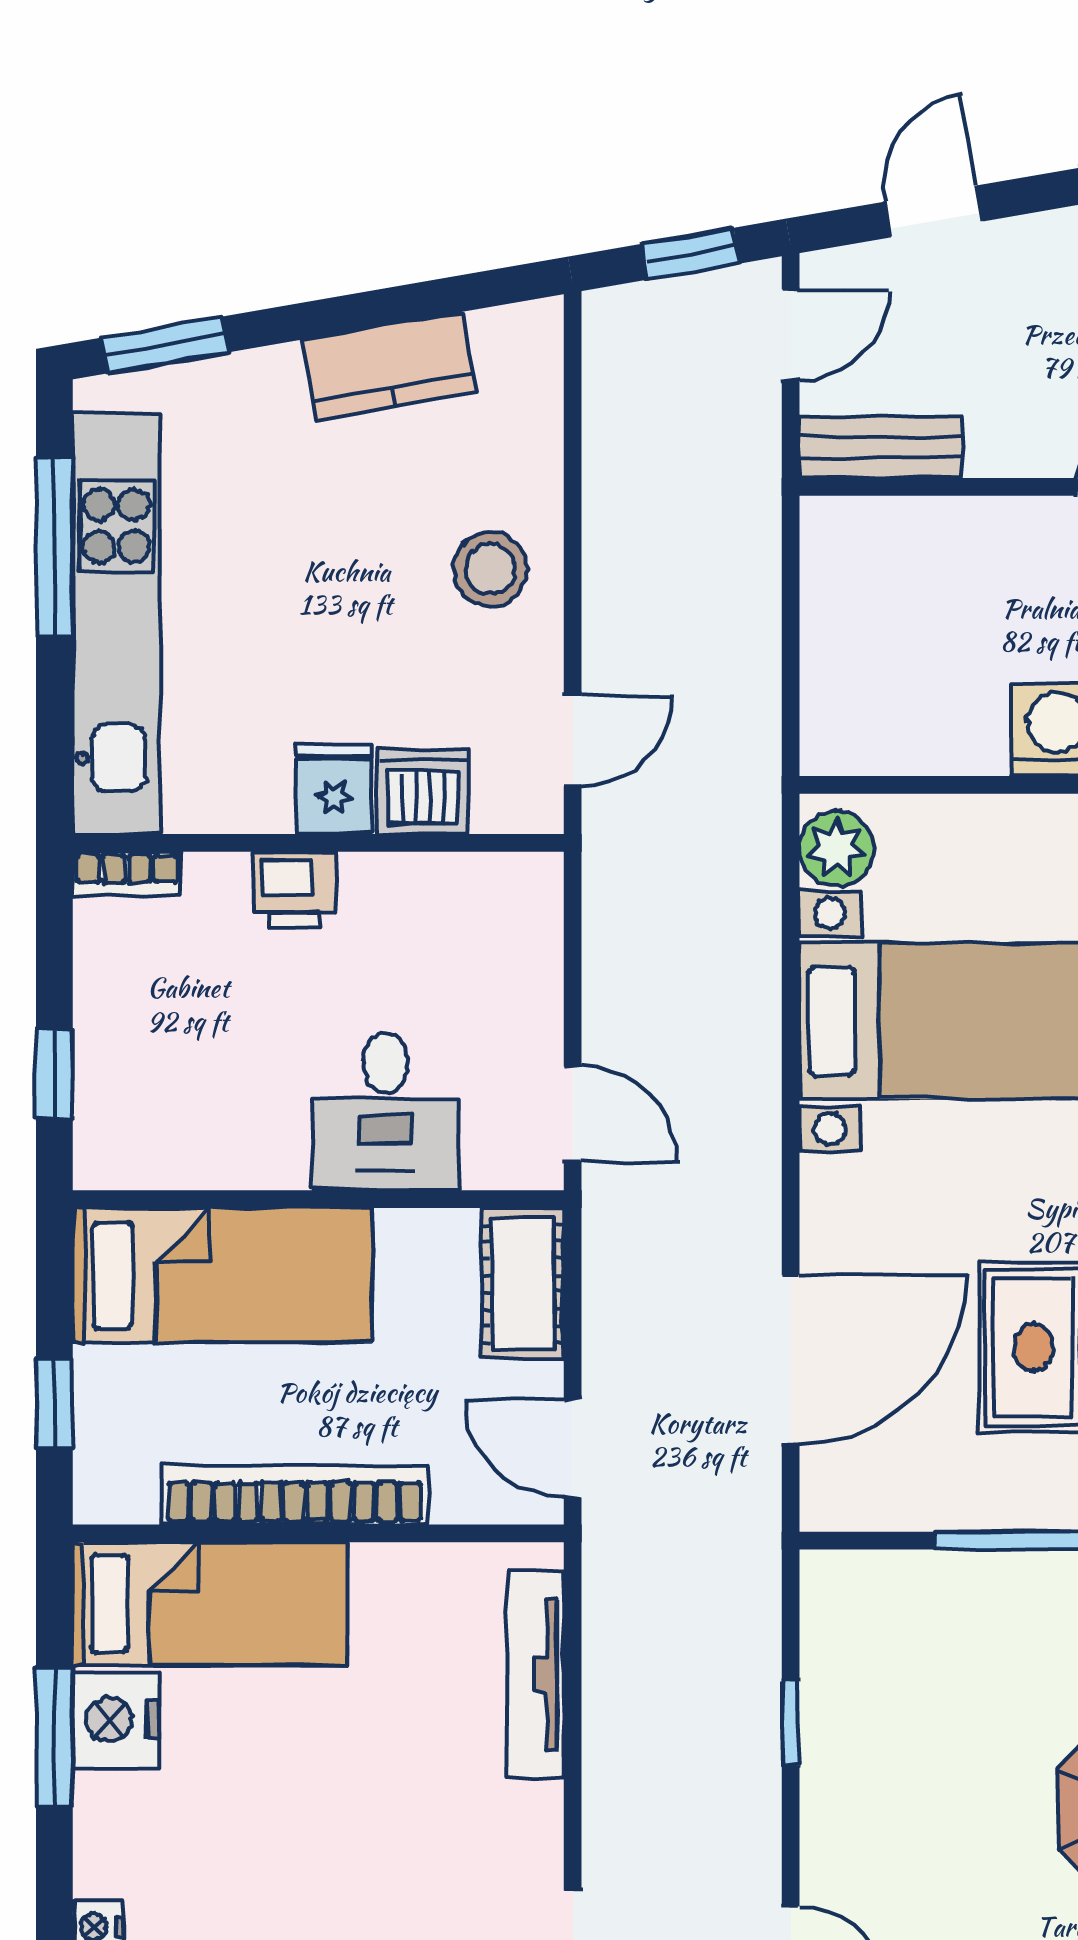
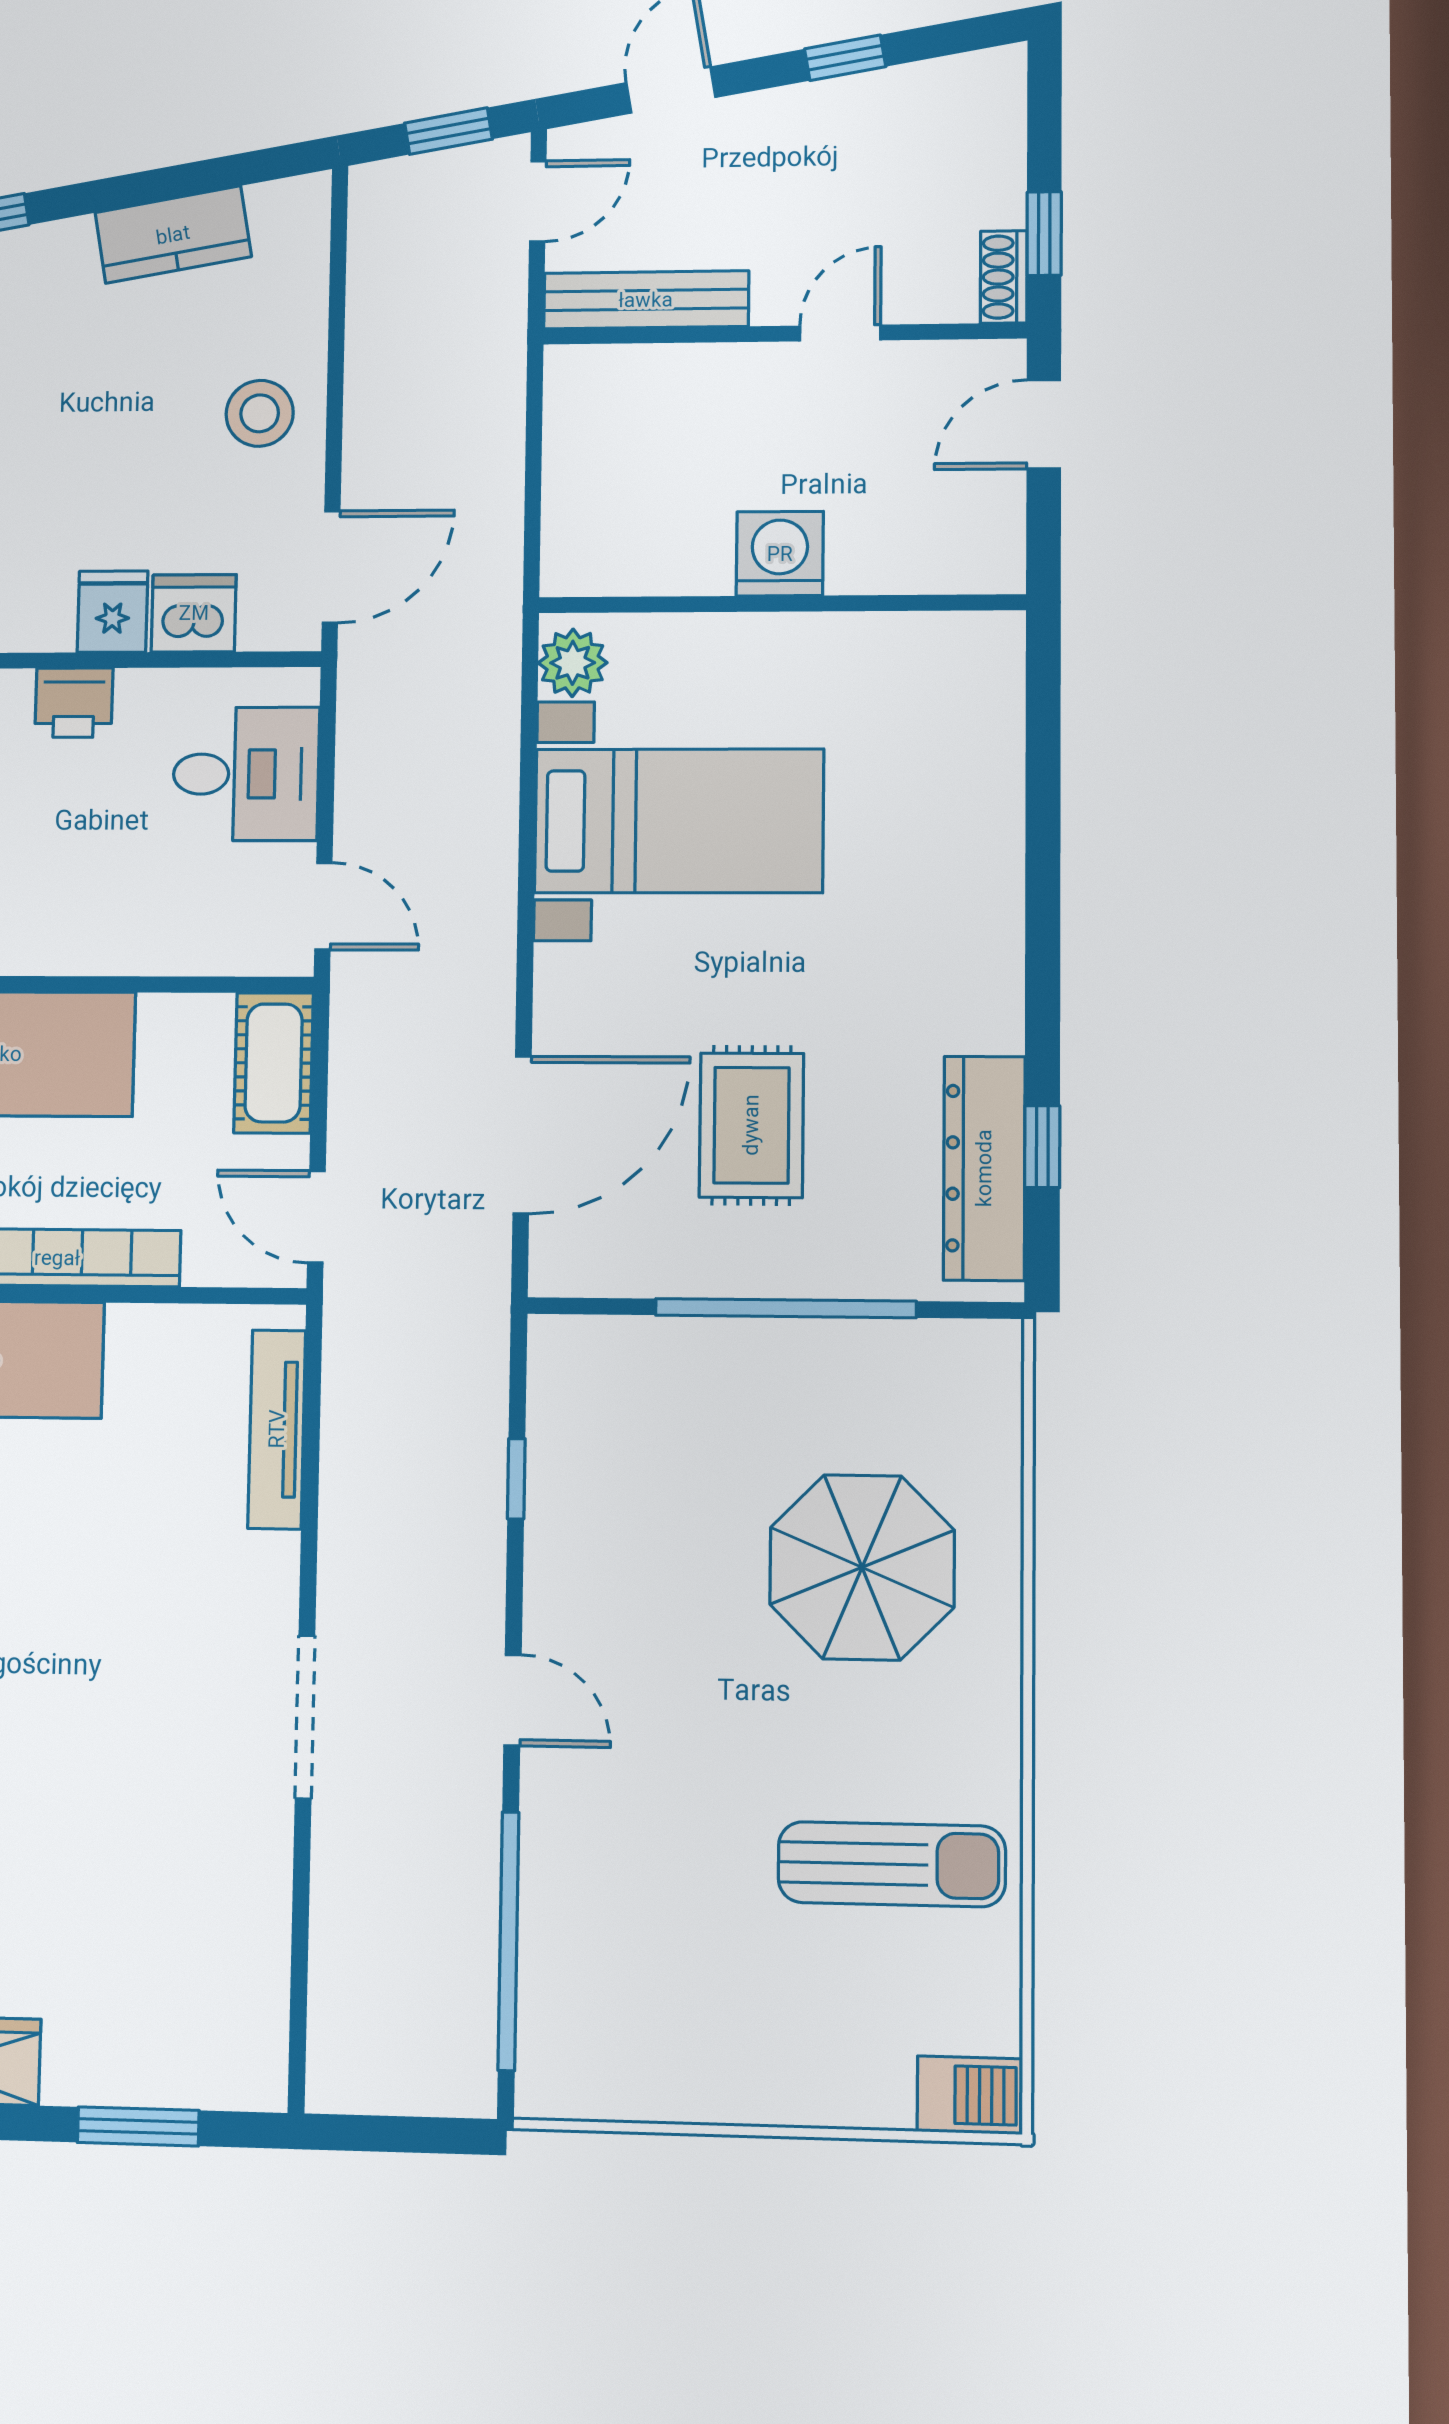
bench: (881, 447) -> (646, 300), width x1.36
door: (573, 741) -> (331, 567), width x1.37
desk: (386, 1111) -> (246, 774), moved, turned -90

